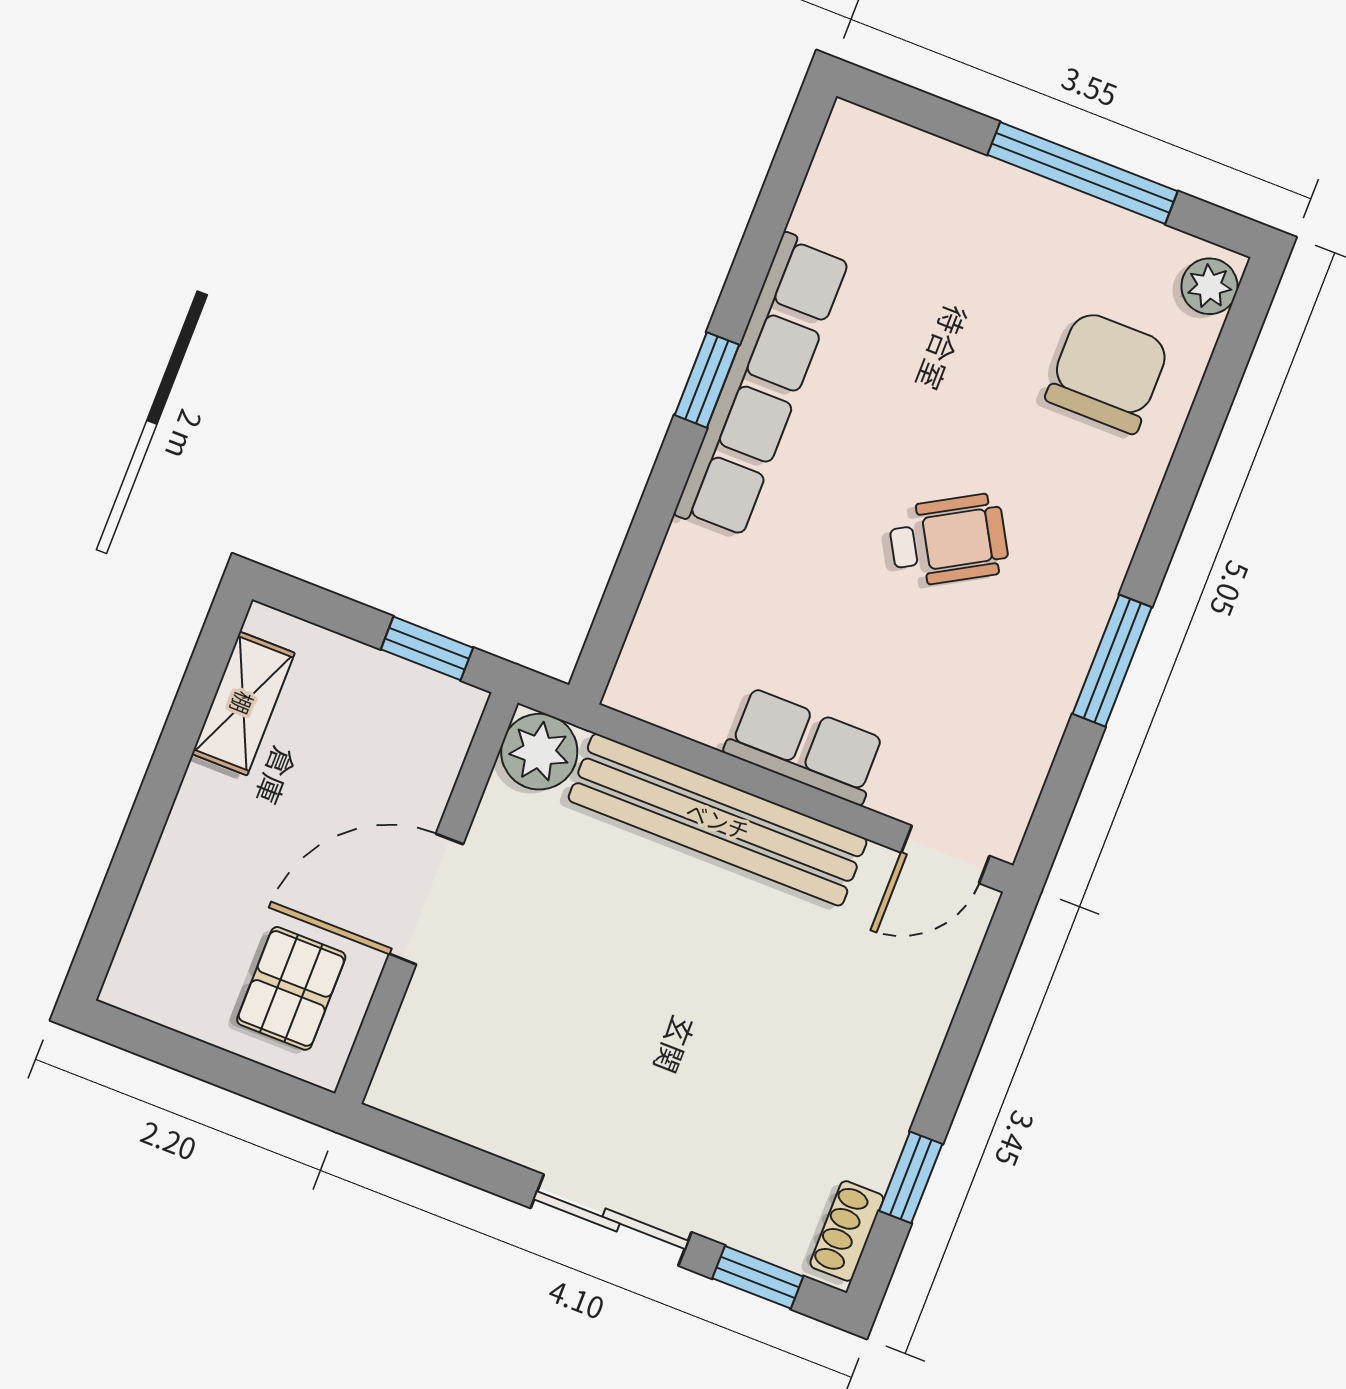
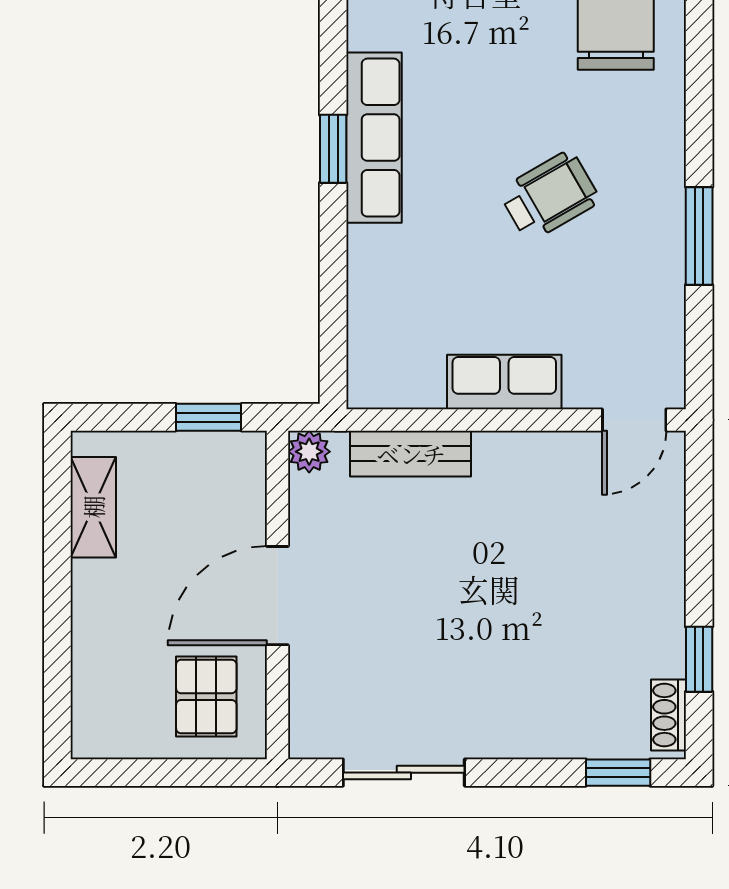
row of seats: (762, 386) -> (374, 138), width x0.73
plant: (539, 752) -> (309, 452), width x0.73, depth x0.73
bench: (718, 820) -> (411, 454), width x0.54, depth x0.82
sliding door: (611, 1220) -> (404, 773), moved

